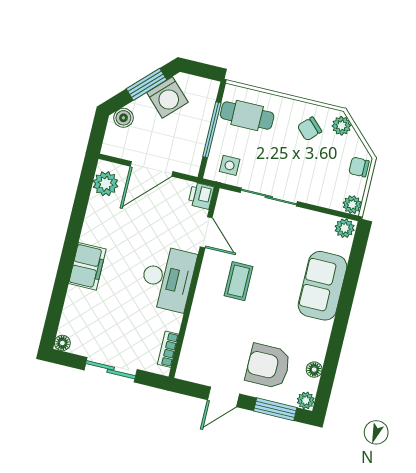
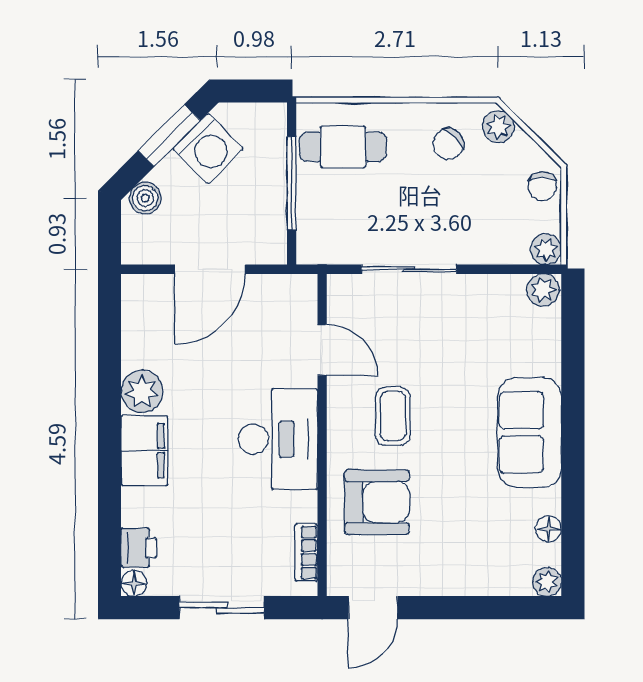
side table: (230, 165) -> (334, 234), removed
chair: (359, 167) -> (542, 186), turned -90
plant: (106, 184) -> (142, 391), moved
printer: (201, 196) -> (139, 548), moved, turned 180
sofa: (323, 286) -> (530, 432), moved
armchair: (268, 366) -> (377, 502), moved, turned 180
door: (224, 397) -> (373, 608), moved
window: (275, 409) -> (501, 608), removed

